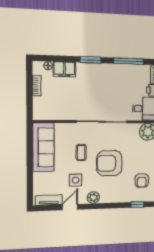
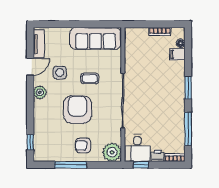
filing cabinet: (64, 69) -> (177, 54), width x0.50
armchair: (142, 181) -> (83, 145), moved
door: (70, 207) -> (30, 67), hinge flipped

